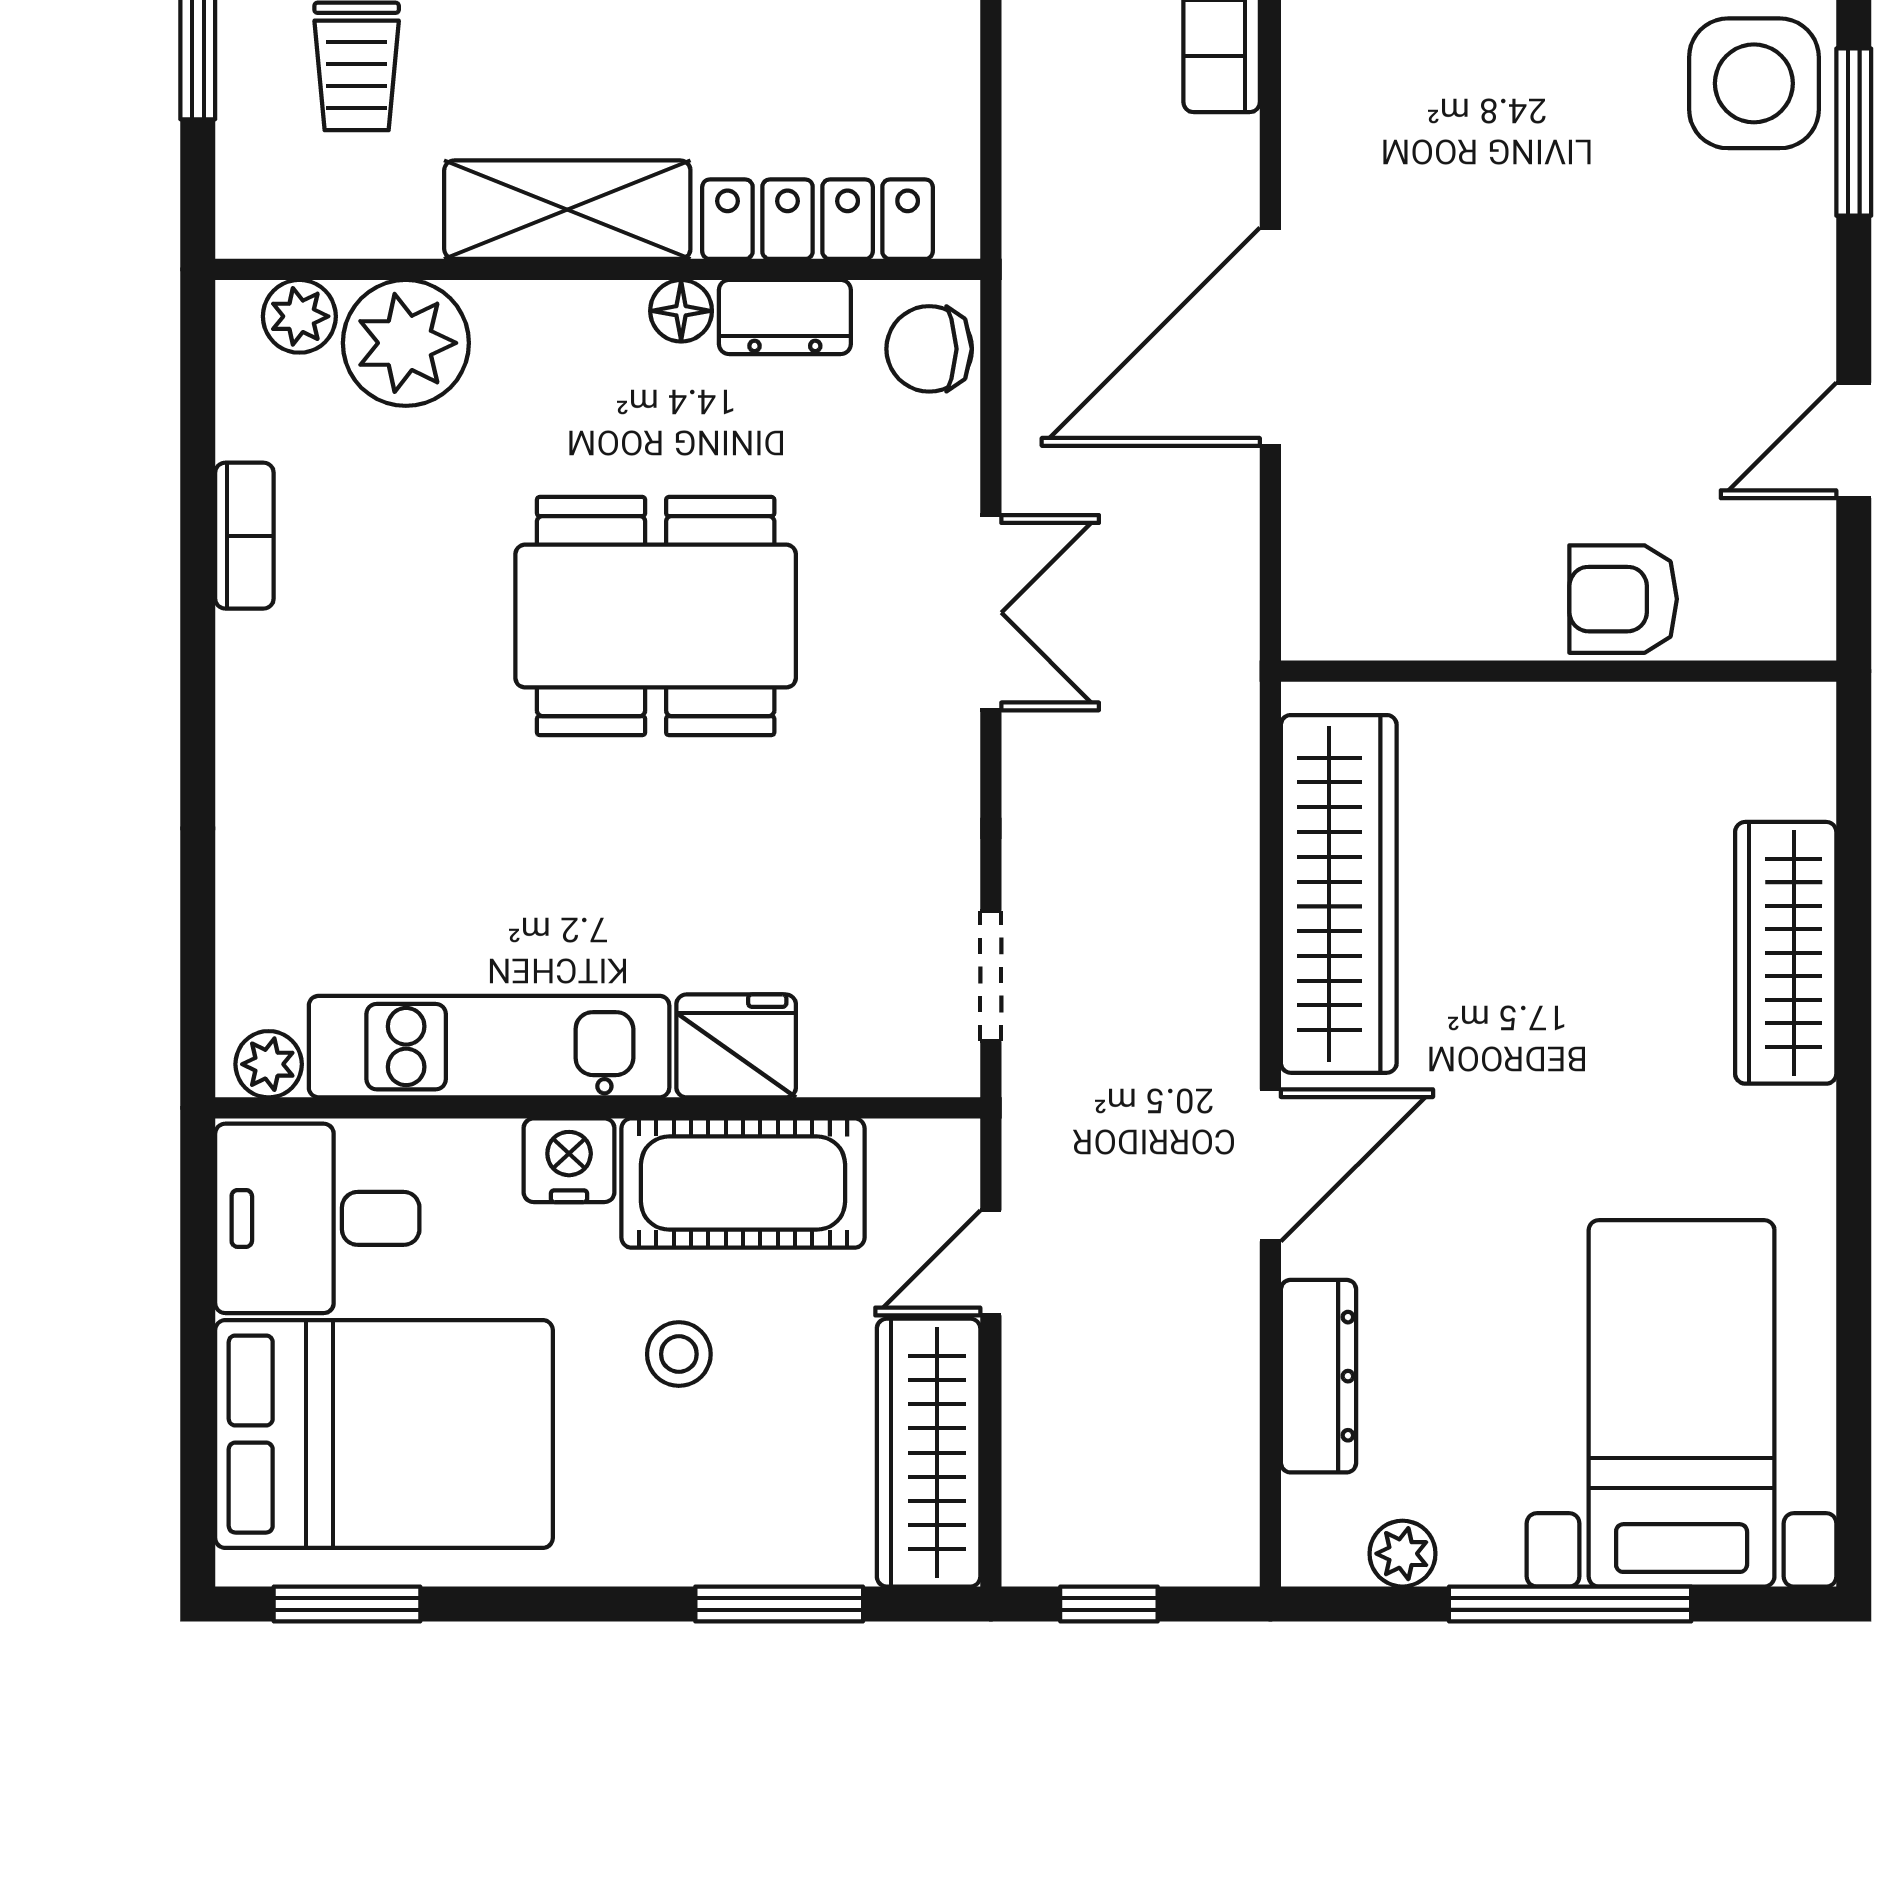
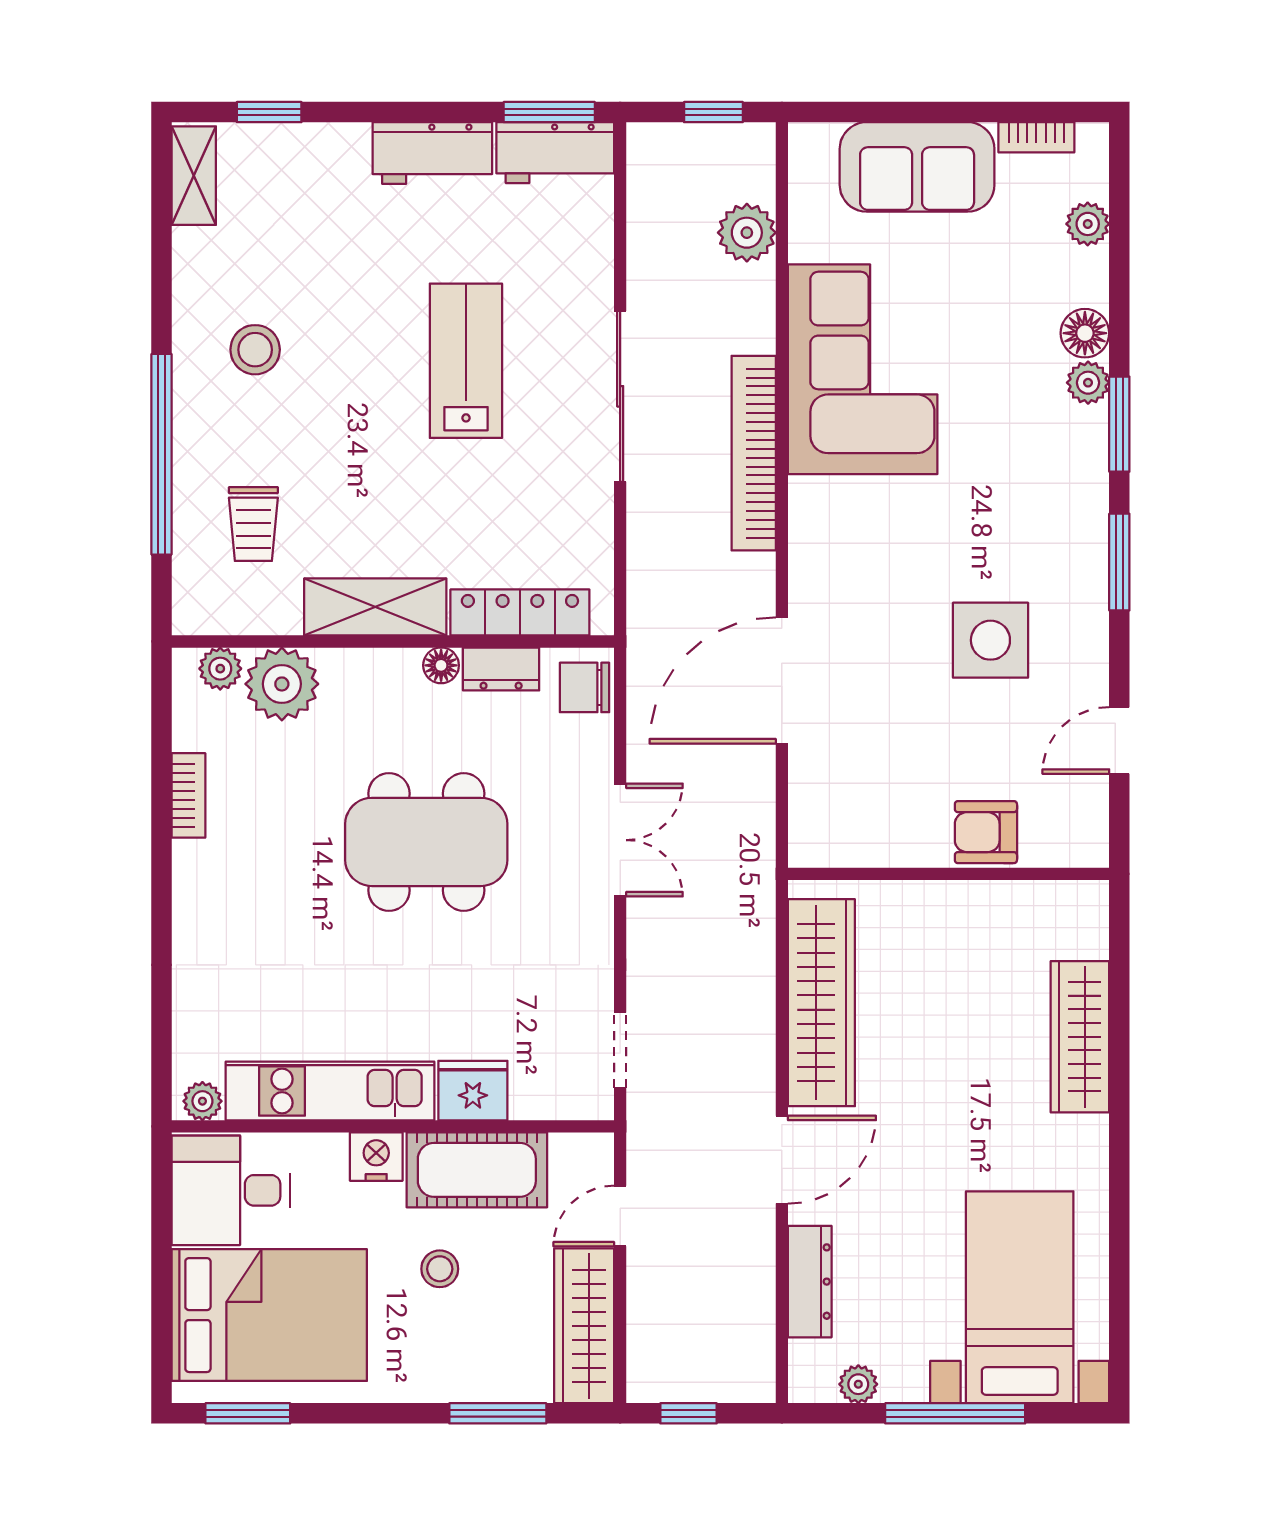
side table: (1754, 83) -> (990, 640), moved

